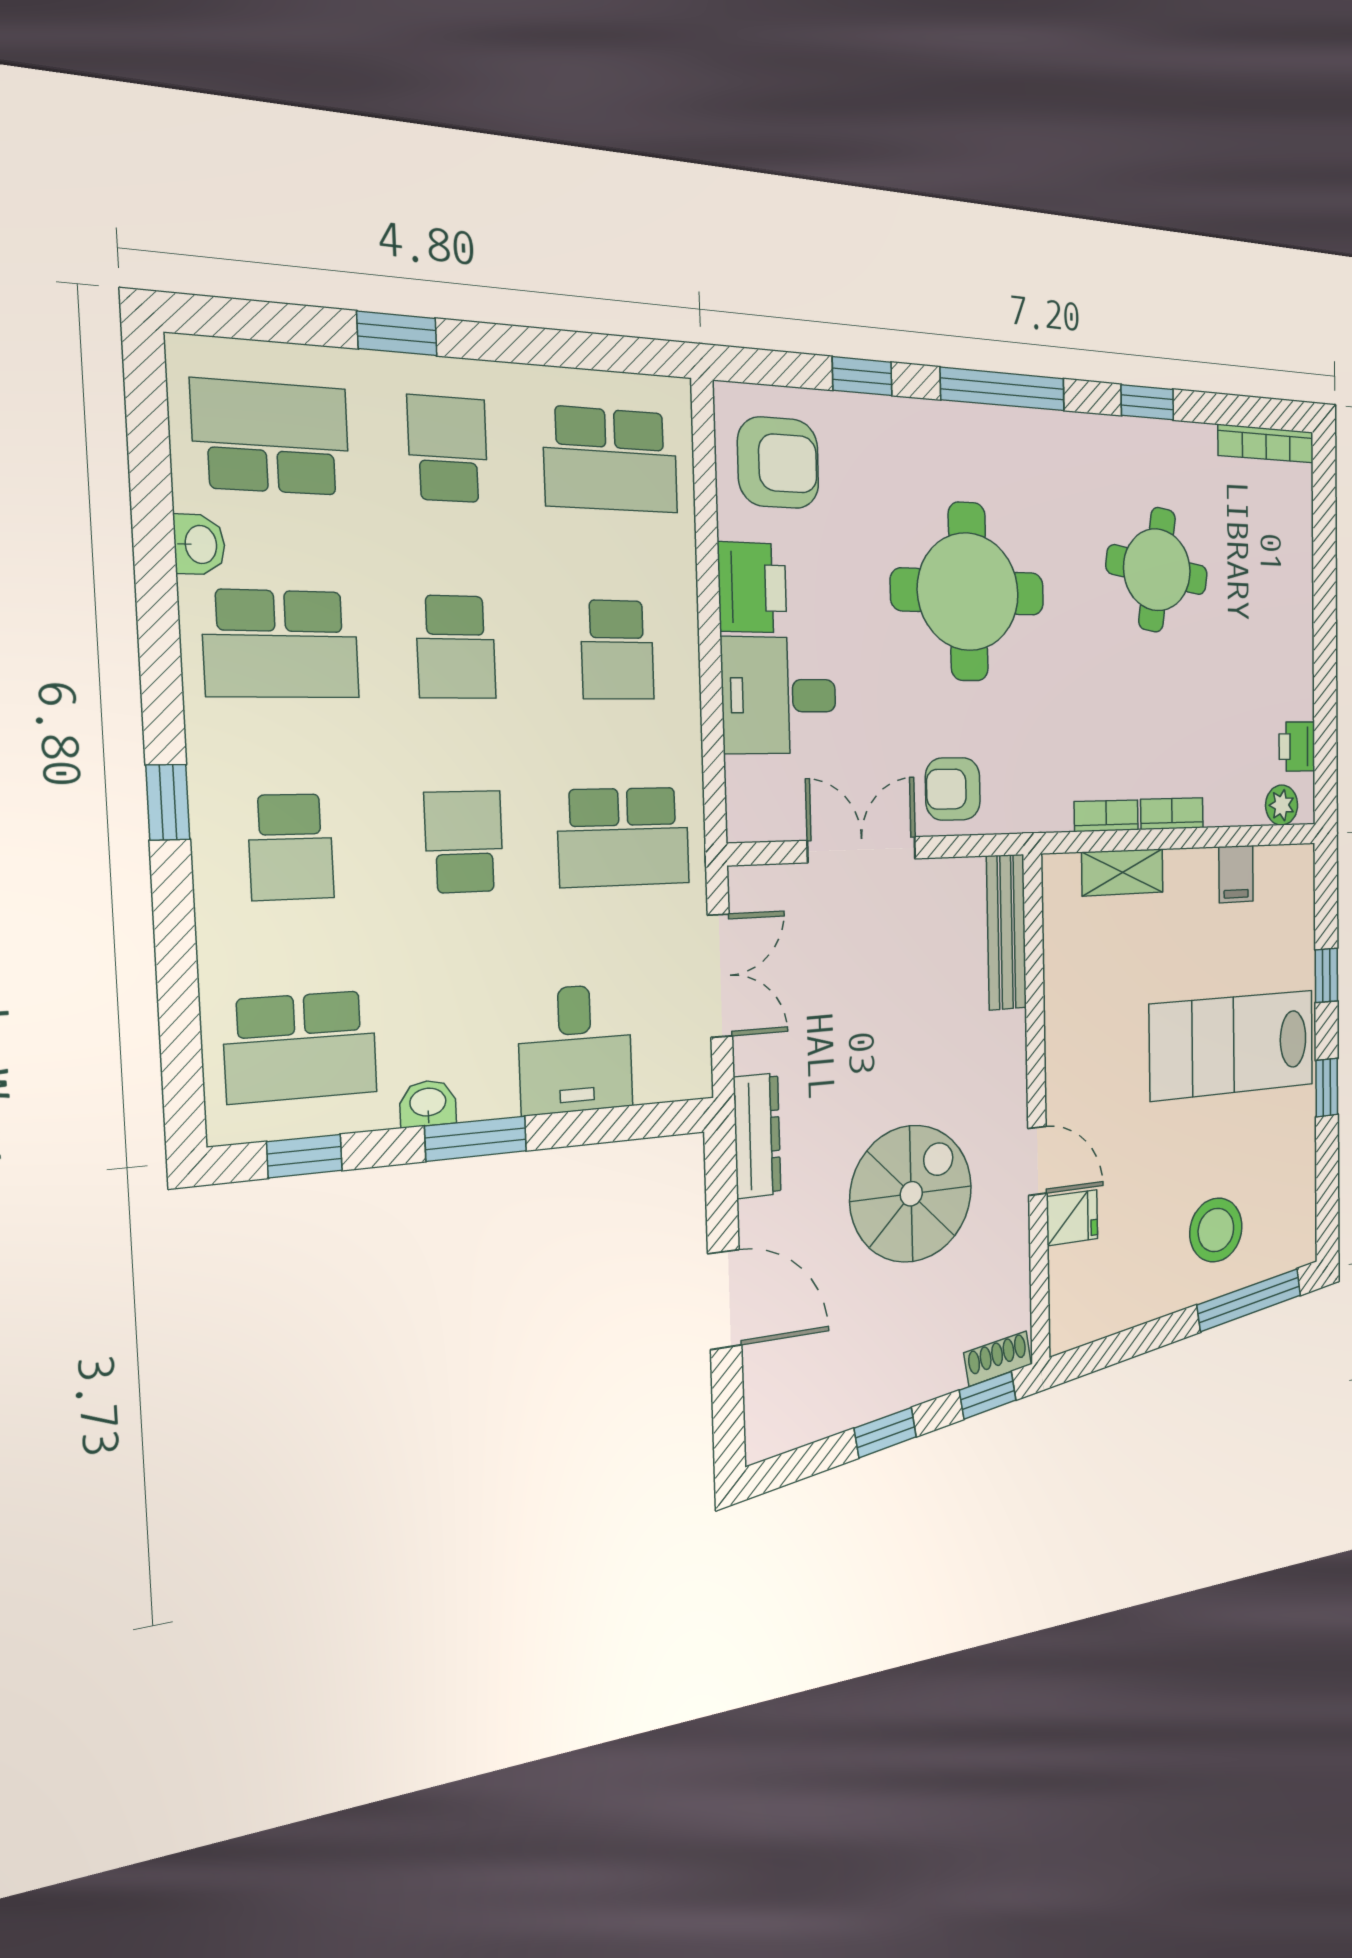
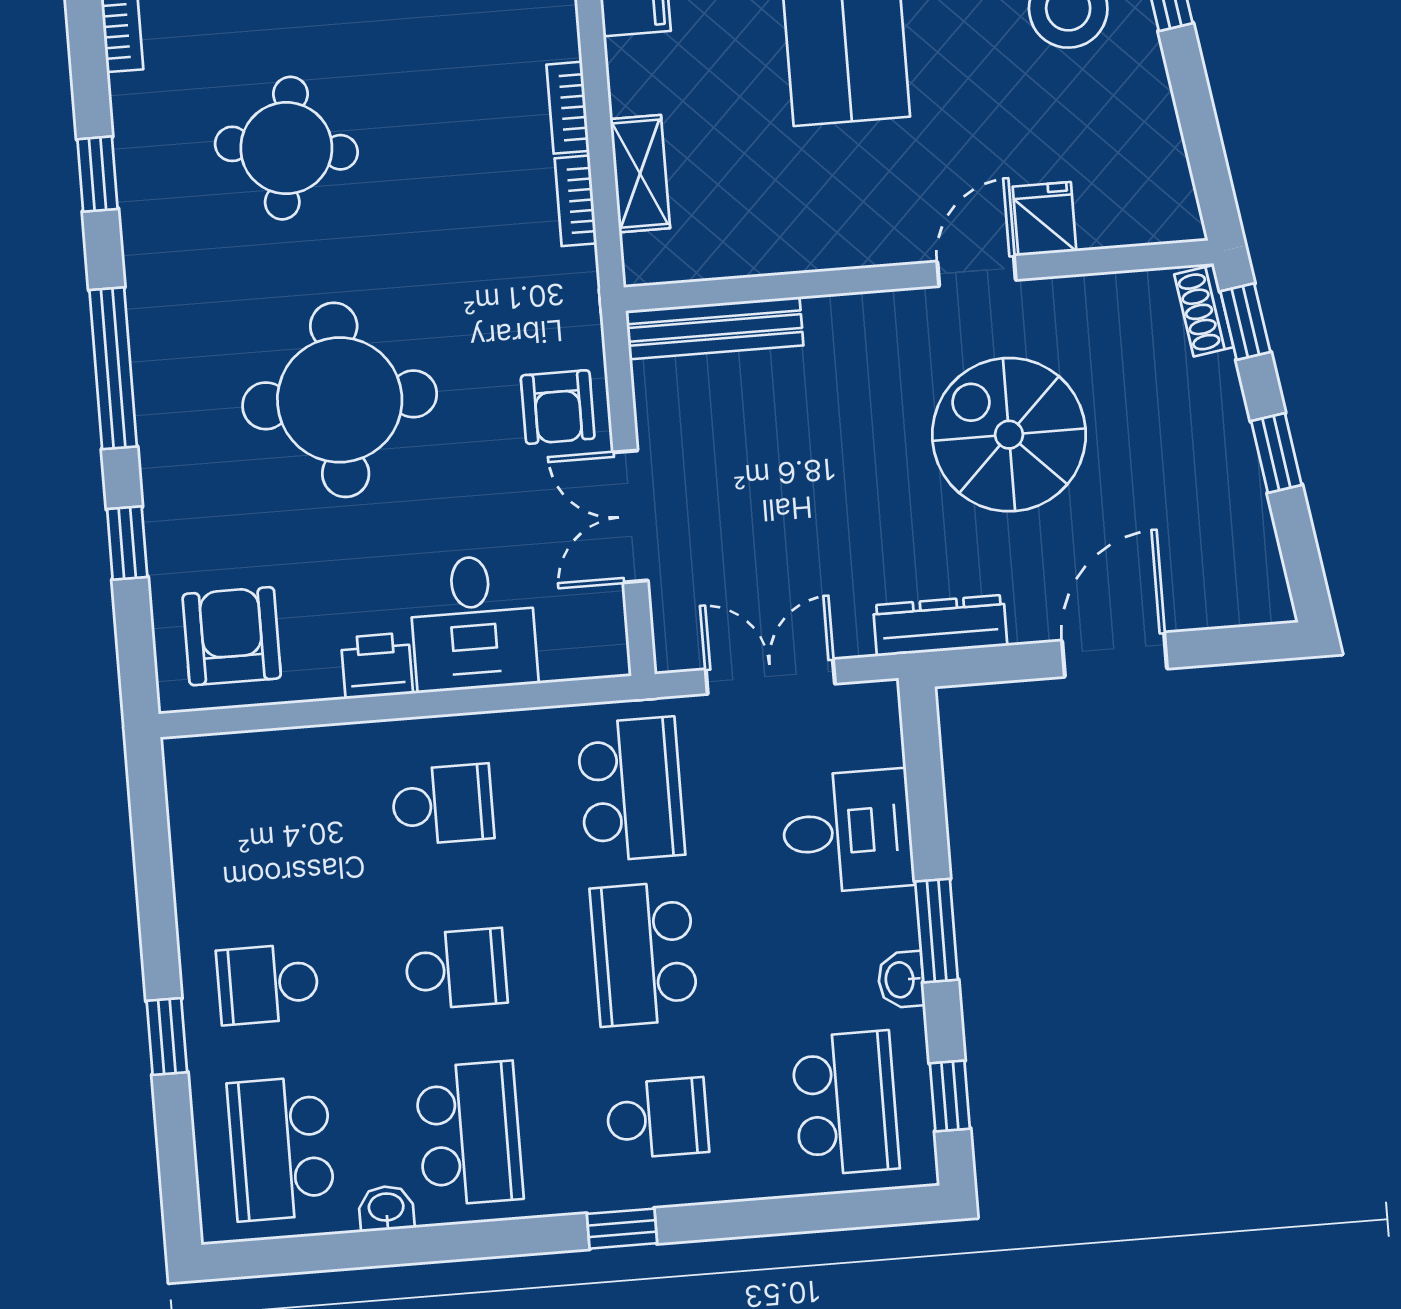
school desk: (611, 460) -> (255, 820), removed
printer: (752, 588) -> (377, 666), width x0.73, depth x0.81
school desk: (464, 842) -> (644, 954), width x1.85

